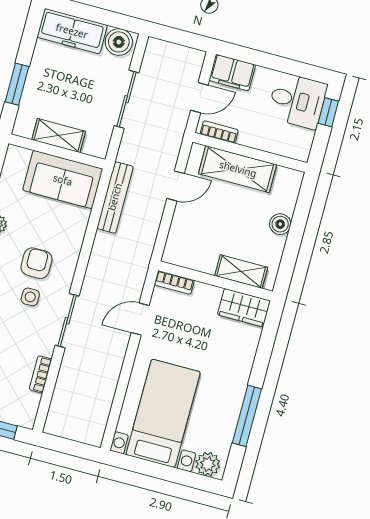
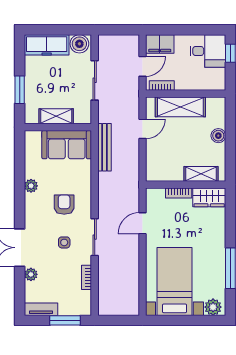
bookcase: (174, 283) -> (179, 193), moved
side table: (30, 297) -> (64, 242), moved

